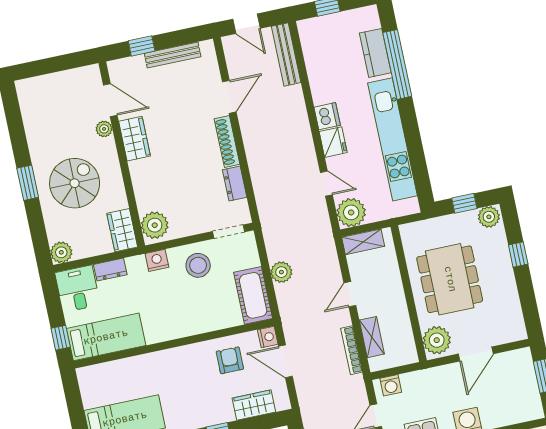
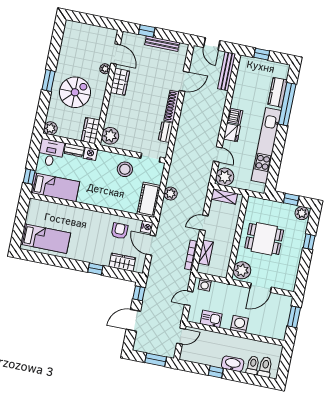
nightstand: (157, 260) -> (90, 154), moved
dining table: (450, 279) -> (264, 239), width x0.73

